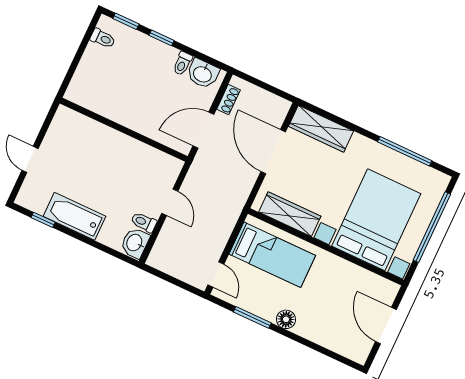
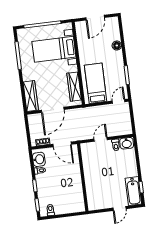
bathtub: (75, 216) -> (133, 191), moved
bed with nightstands: (376, 220) -> (54, 49), width x0.73
floor lamp: (286, 319) -> (117, 46), moved

